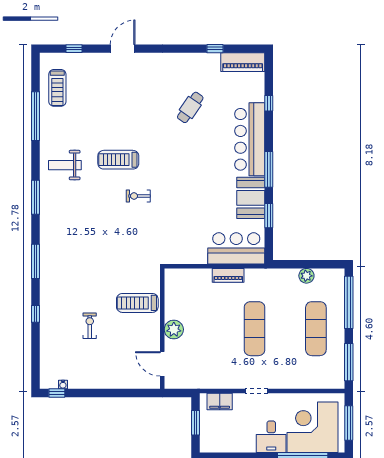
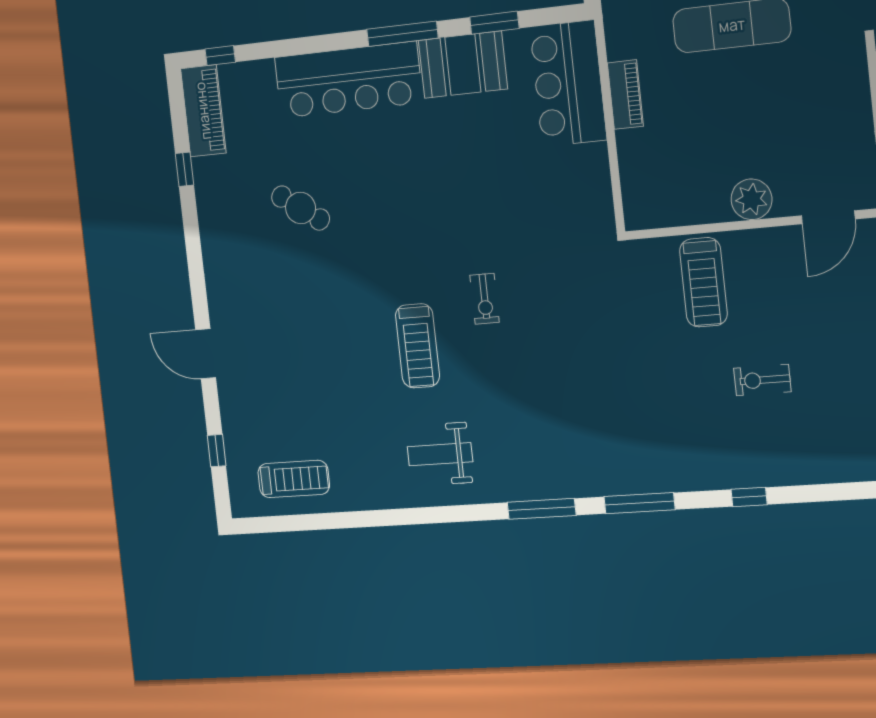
window: (269, 103) -> (220, 56), moved
window: (35, 116) -> (352, 520), removed
weight bench: (65, 165) -> (440, 454), turned 90
window: (35, 197) -> (542, 509), moved

